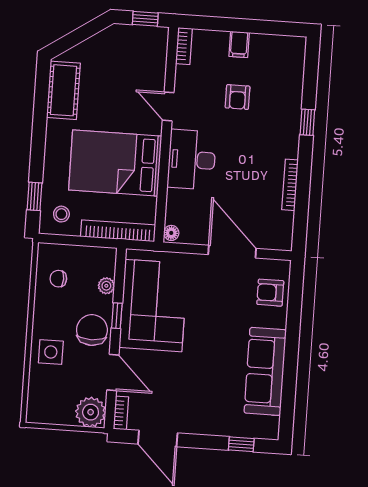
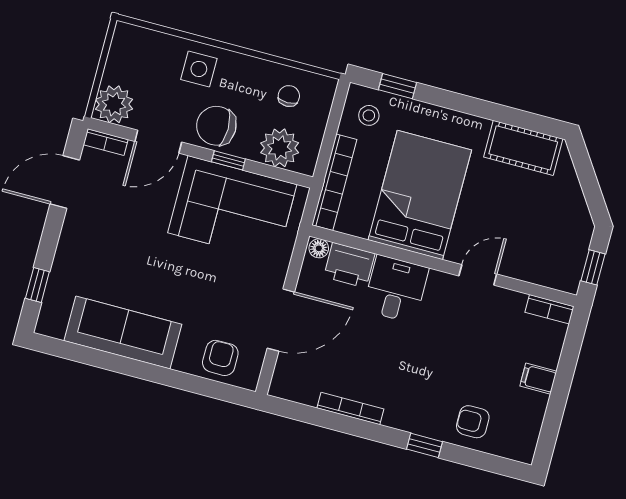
armchair: (238, 97) -> (473, 422), moved
desk: (192, 160) -> (396, 289), width x0.73
printer: (180, 207) -> (349, 265), added
plant: (106, 286) -> (280, 148), width x1.88, depth x1.88
chair: (92, 330) -> (216, 126), turned 180

